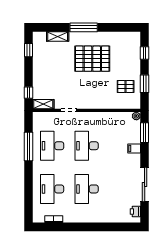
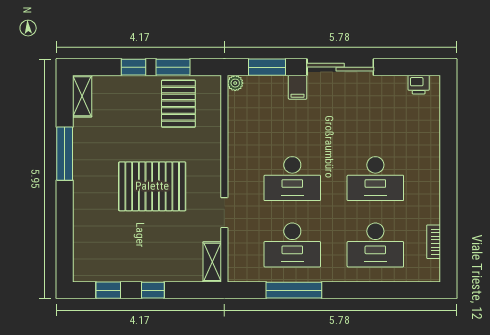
window: (84, 27) -> (65, 154), moved
shelving: (58, 36) -> (82, 96), moved
window: (145, 53) -> (134, 67), moved
pallet: (92, 59) -> (152, 186), moved, turned 90
pallet: (126, 87) -> (178, 104), width x1.50, depth x1.42
window: (29, 93) -> (153, 290), moved
sliding door: (145, 184) -> (340, 67), moved

